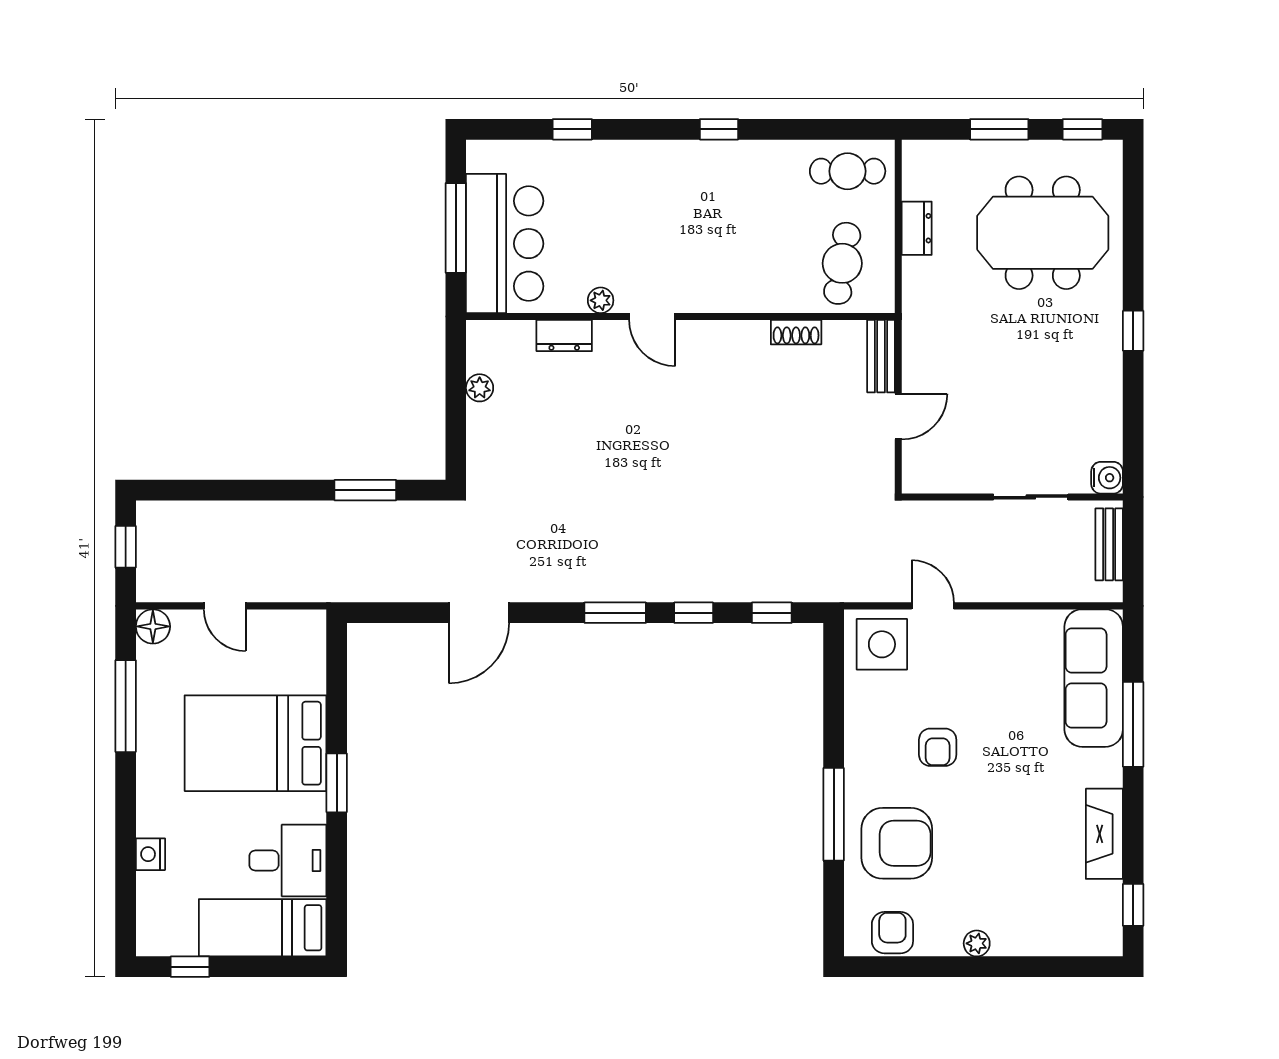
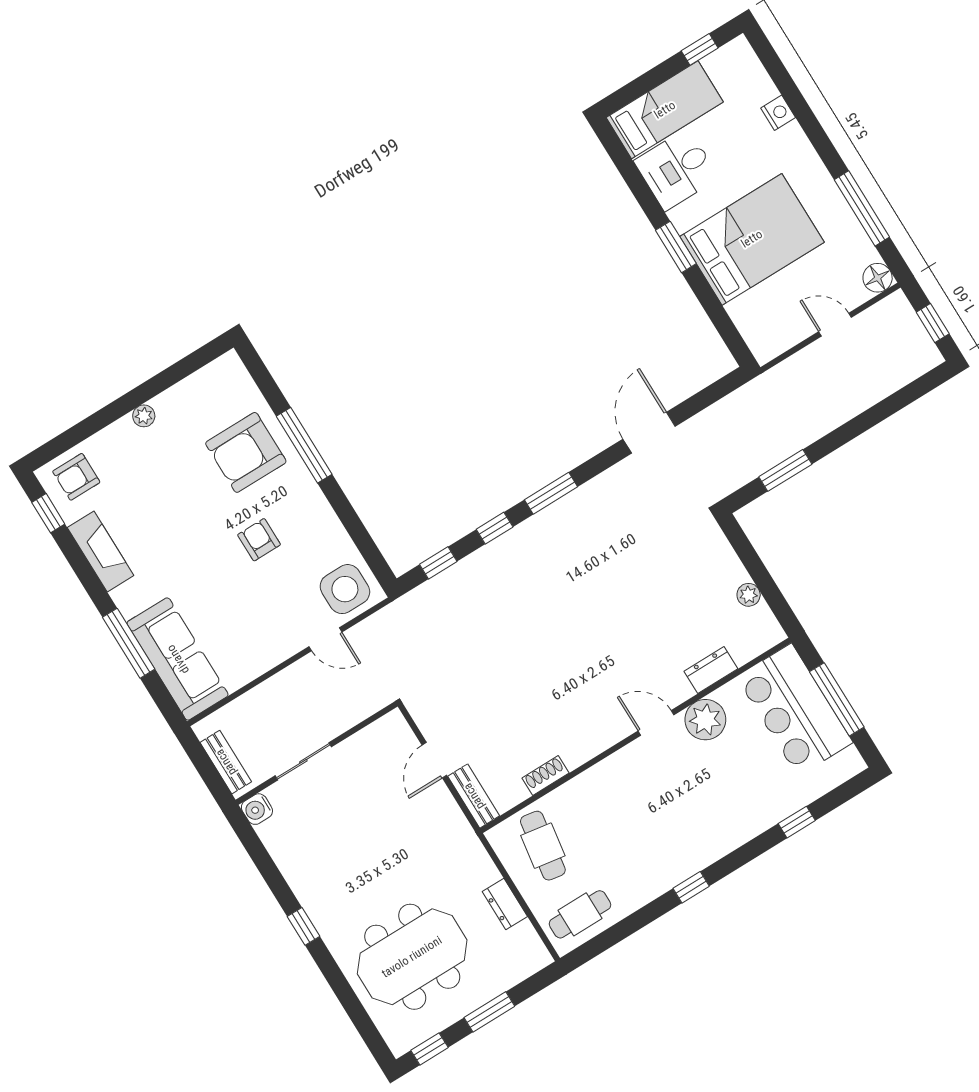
plant: (601, 300) -> (705, 720), width x1.87, depth x1.87
armchair: (892, 933) -> (76, 477), moved, turned 90

